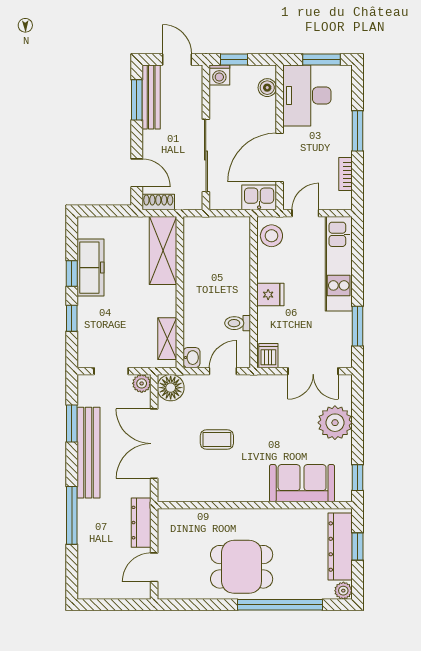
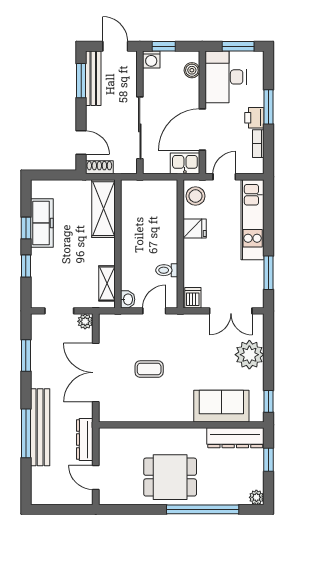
printer: (341, 144) -> (254, 118), added
fridge: (270, 295) -> (195, 228), moved
floor lamp: (171, 388) -> (110, 325), removed
bench: (89, 453) -> (40, 427), moved
dresser: (340, 547) -> (235, 438), moved, turned -90
door: (154, 567) -> (96, 477), hinge flipped

